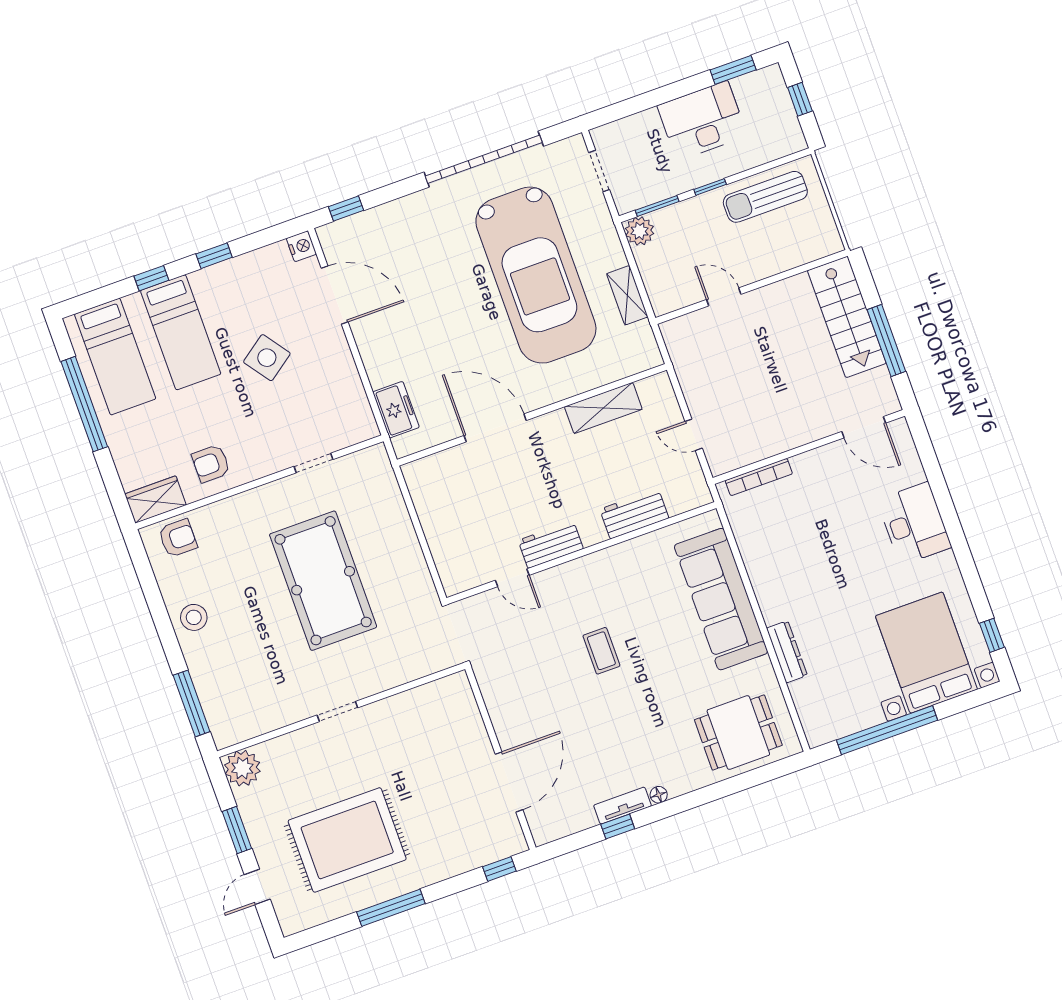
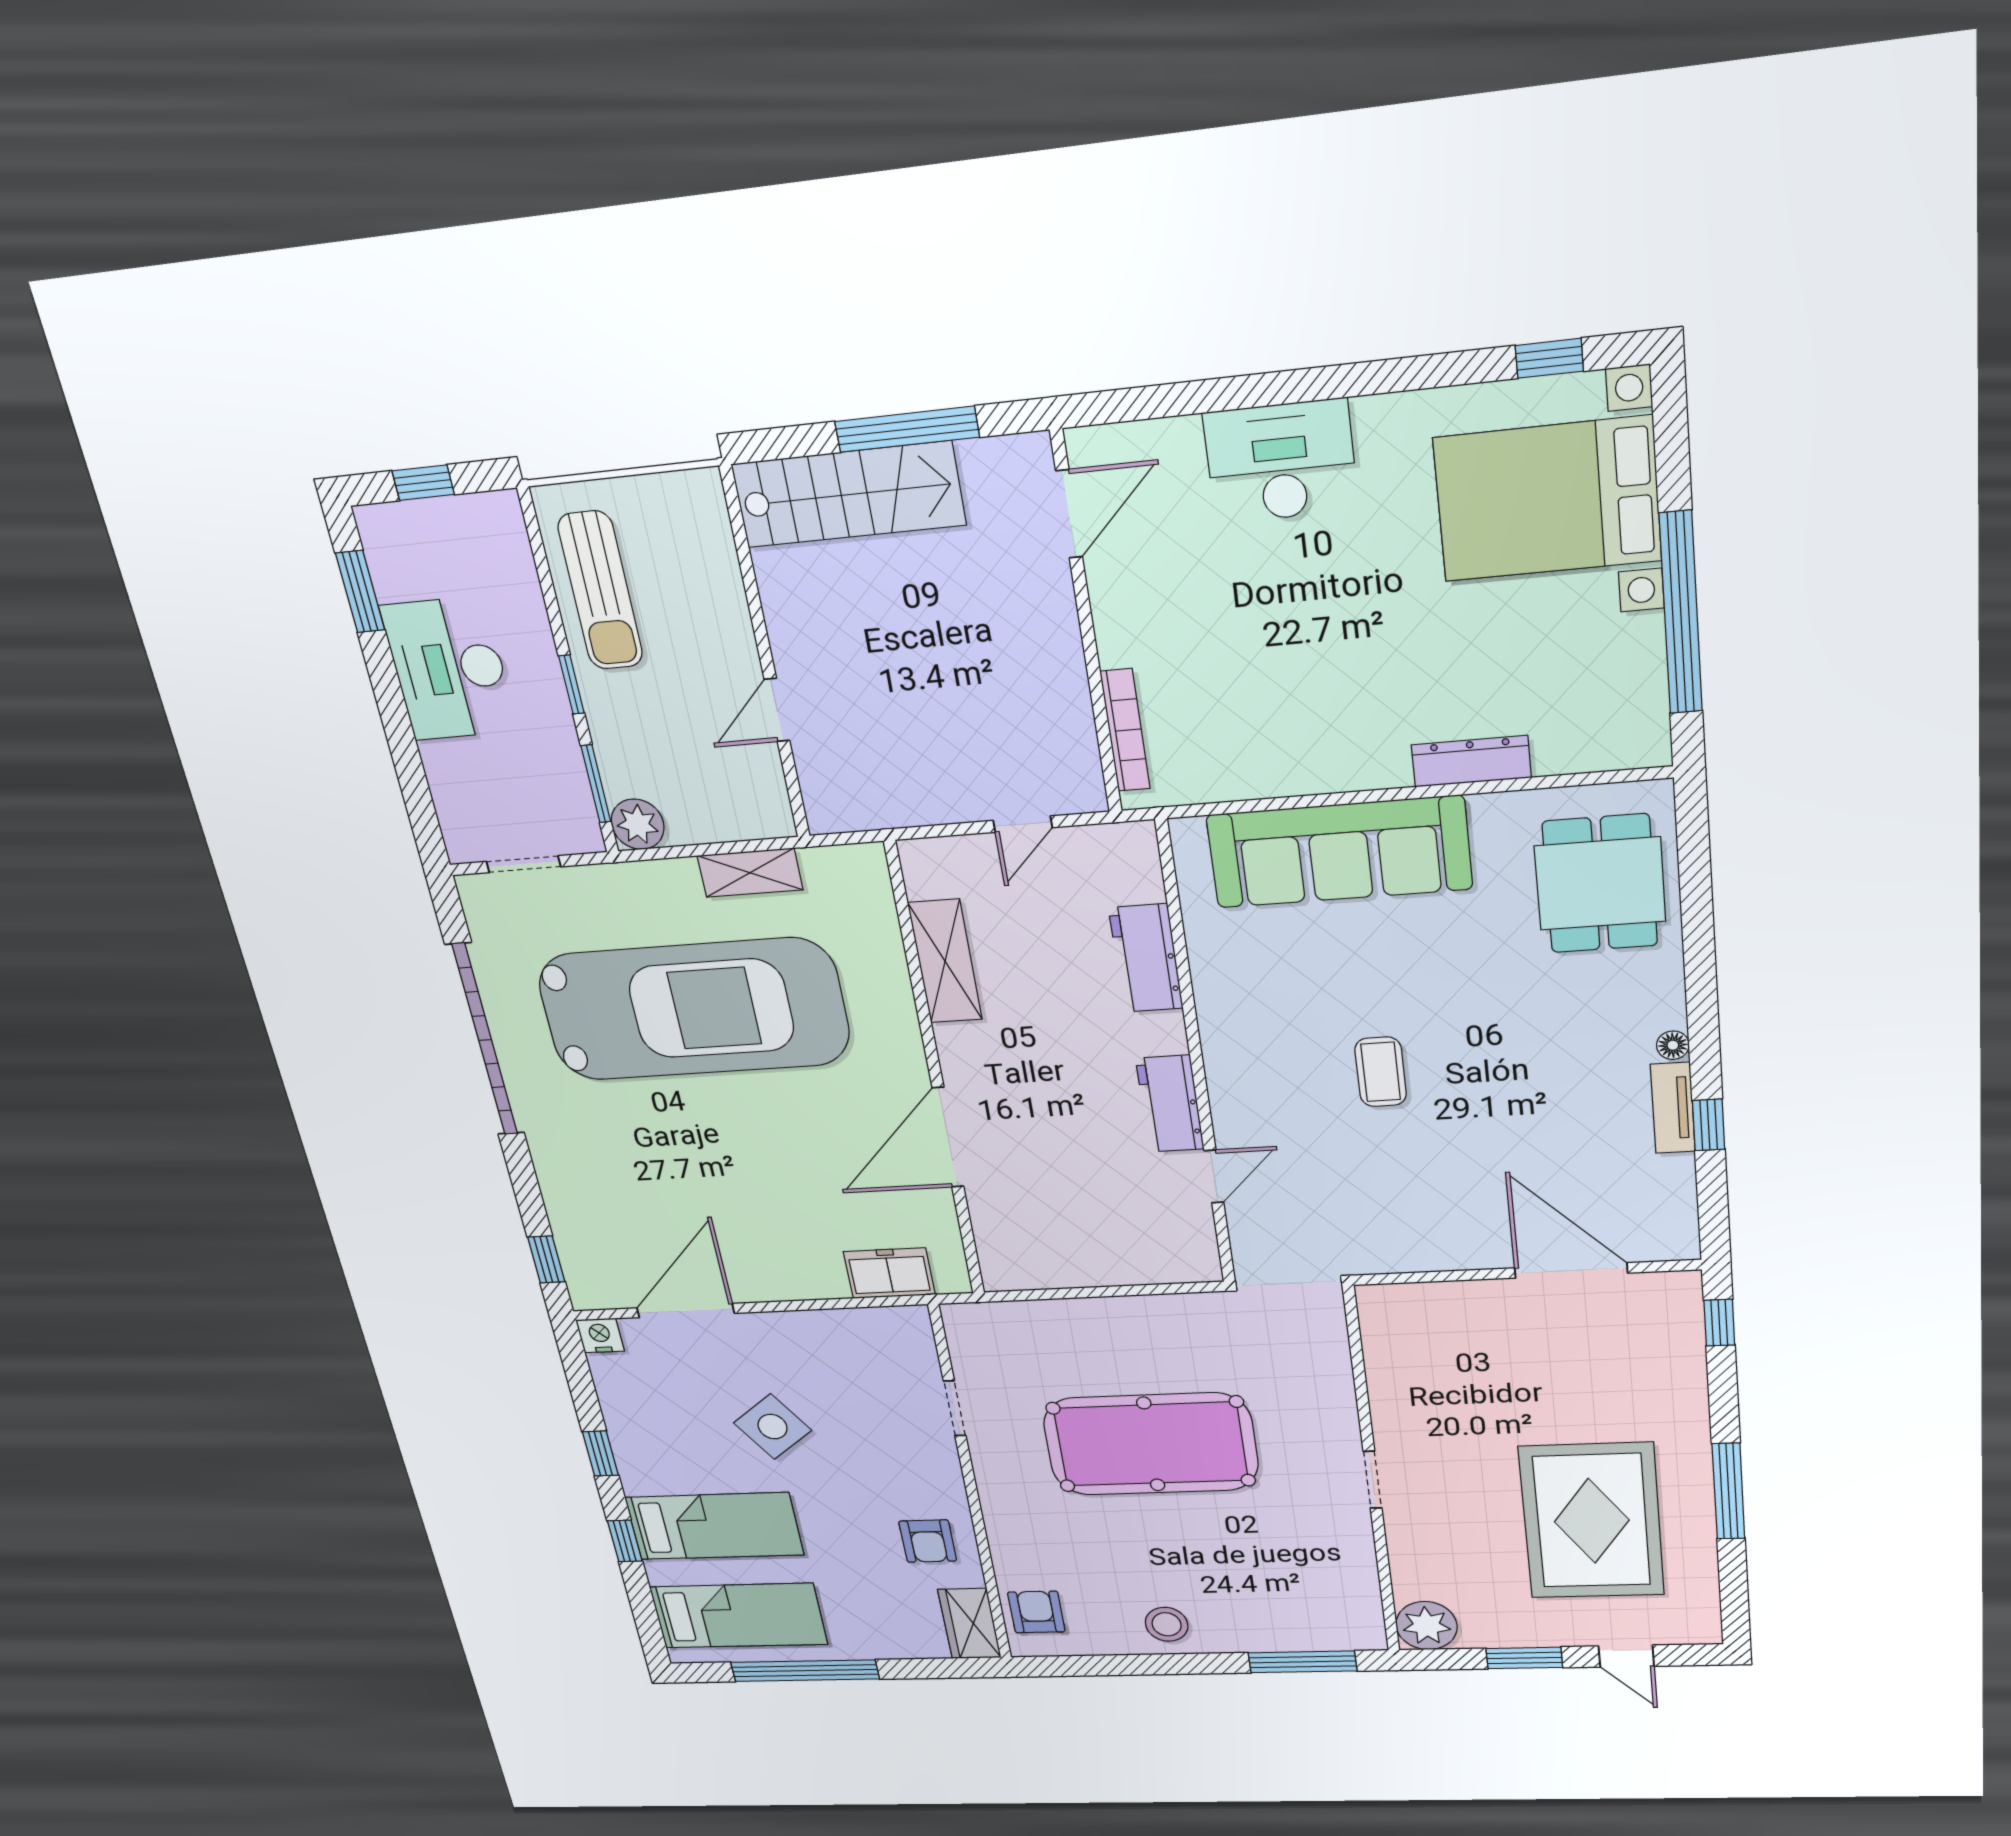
coffee table: (601, 651) -> (1381, 1072), turned 90

